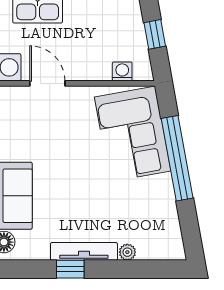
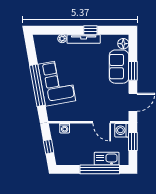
corner sofa: (133, 134) -> (57, 82), moved

